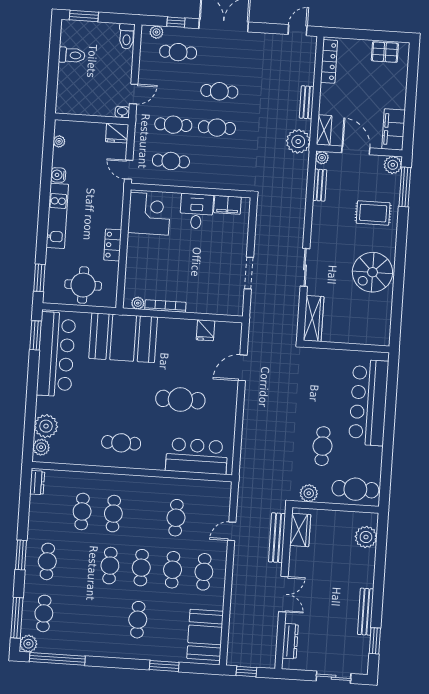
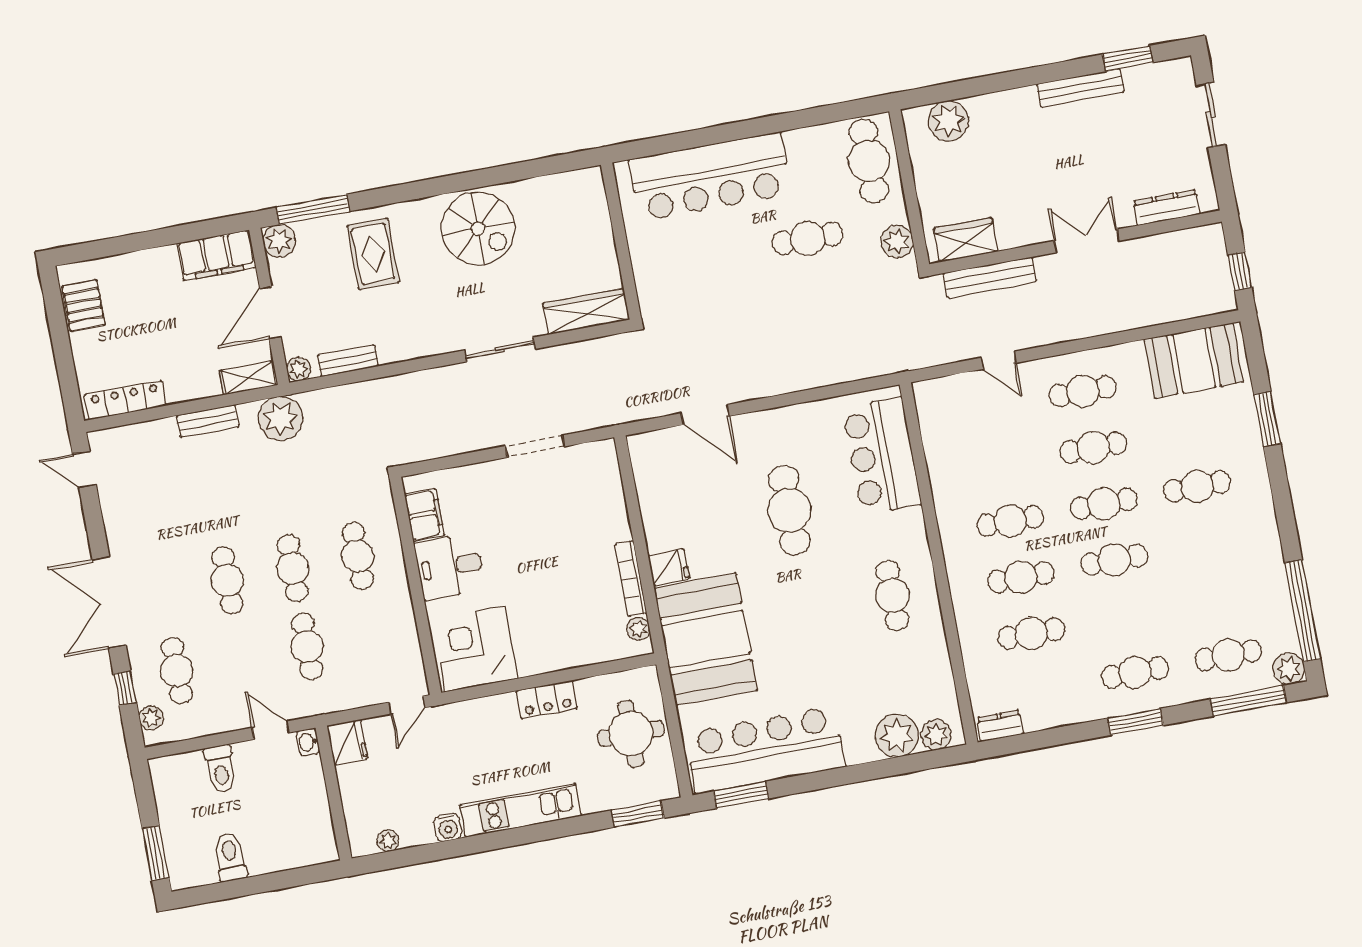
toilet: (127, 36) -> (221, 769), moved, turned 90
cafe table: (171, 161) -> (358, 556), moved
fridge: (205, 330) -> (669, 567), moved
cafe table: (176, 518) -> (1010, 521), moved

